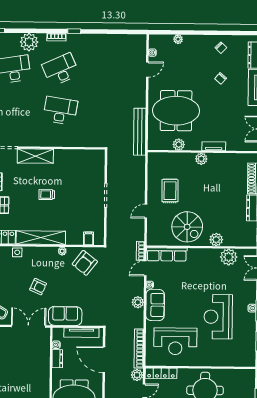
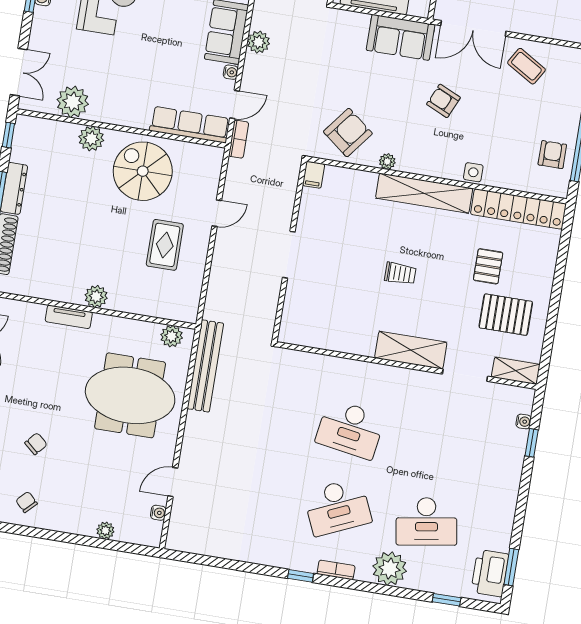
plant: (179, 145) -> (172, 336), moved
filing cabinet: (88, 238) -> (314, 175), moved

